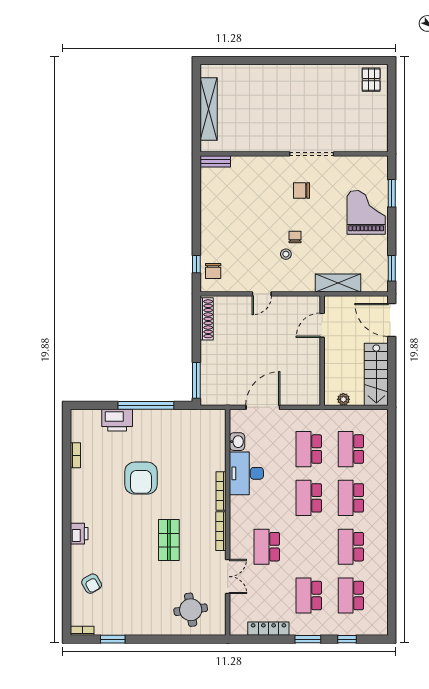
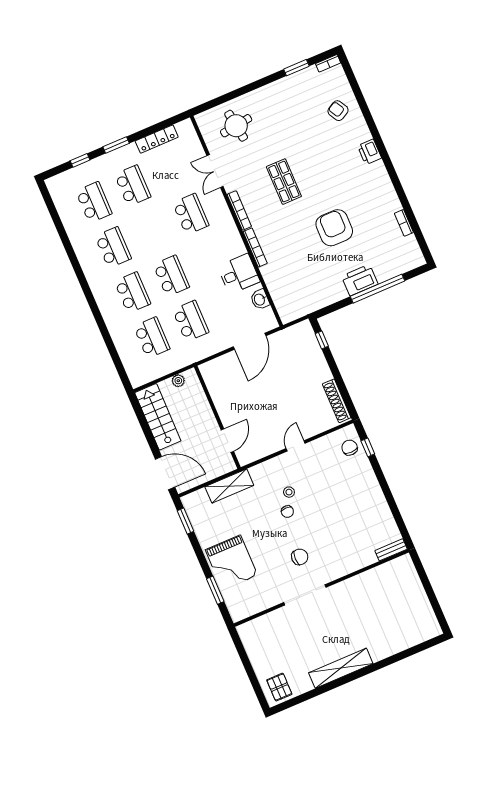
shelving: (209, 109) -> (341, 668), moved, turned 90
window: (196, 380) -> (322, 340), width x0.46
window: (146, 405) -> (378, 289), moved
printer: (117, 420) -> (360, 280), moved
desk: (246, 473) -> (239, 274), width x0.73

